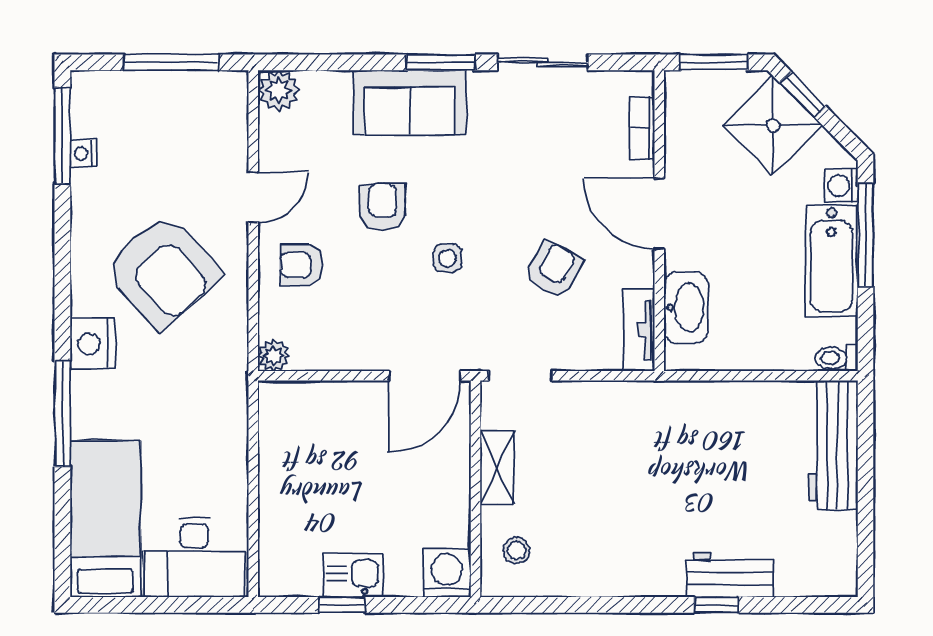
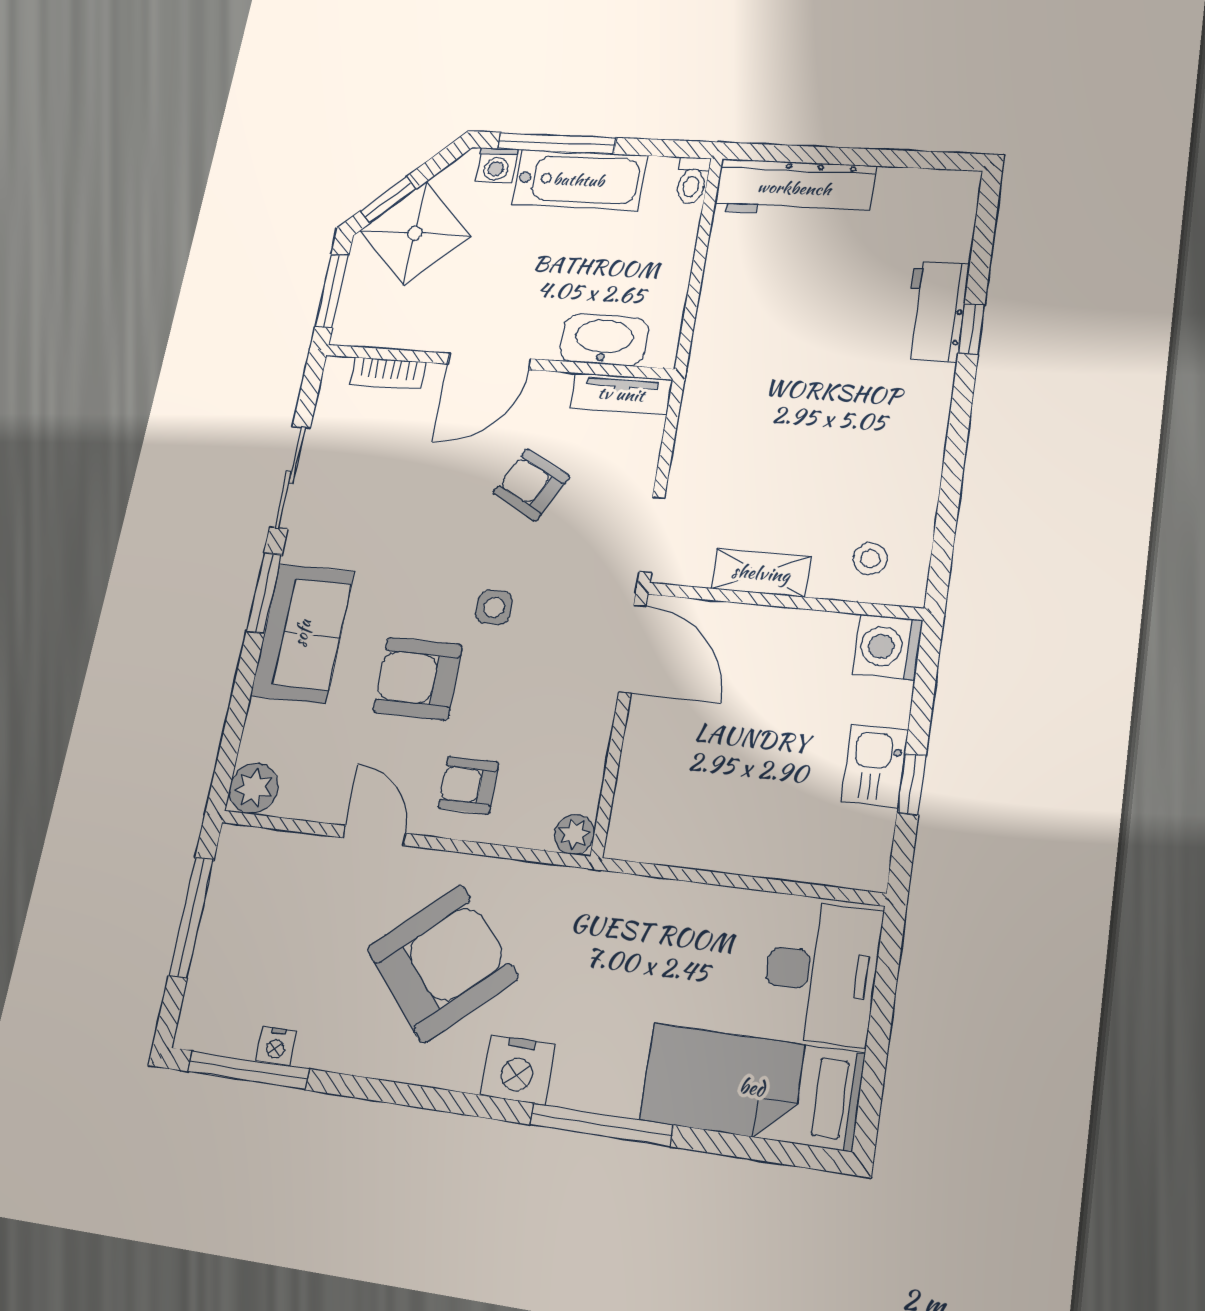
armchair: (383, 207) -> (418, 678), width x1.38, depth x1.38
armchair: (302, 265) -> (468, 785), turned 90

